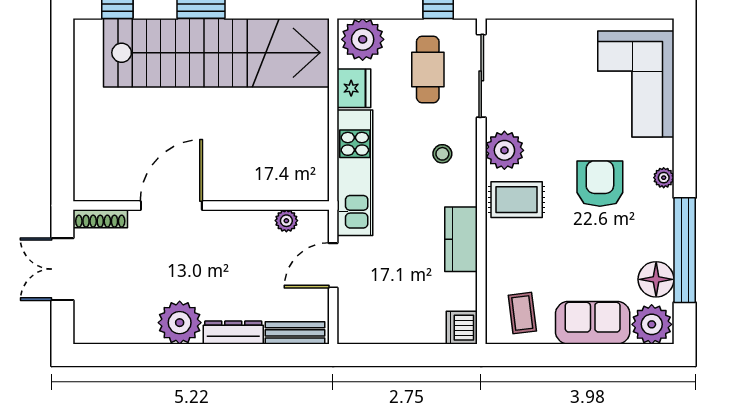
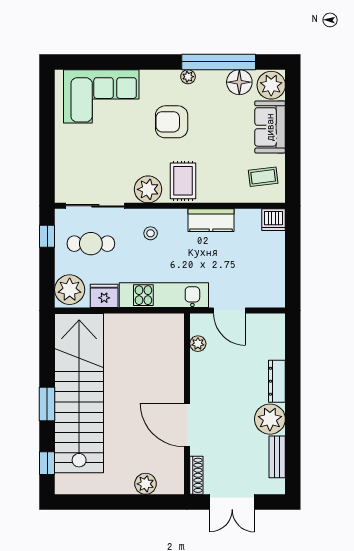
plant: (88, 147) -> (146, 484), added
plant: (664, 178) -> (188, 77), moved
bench: (295, 333) -> (277, 457), moved

